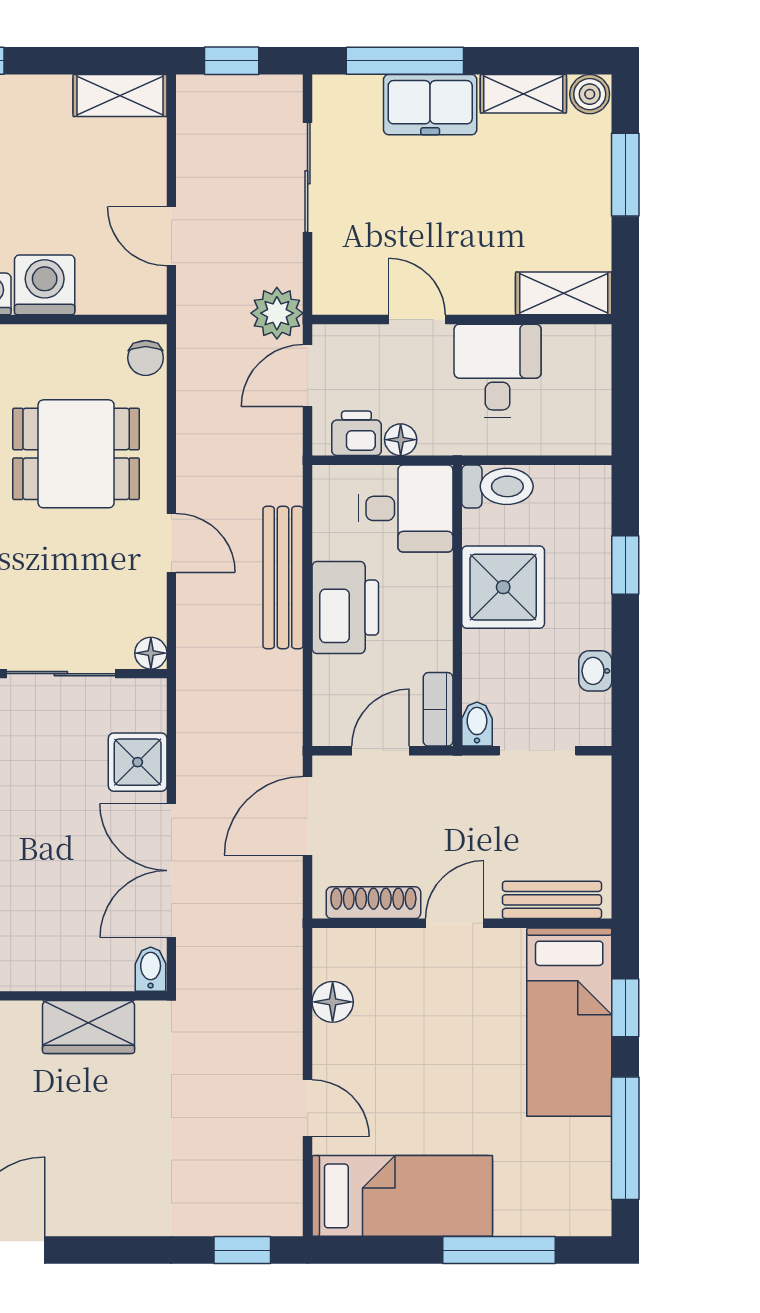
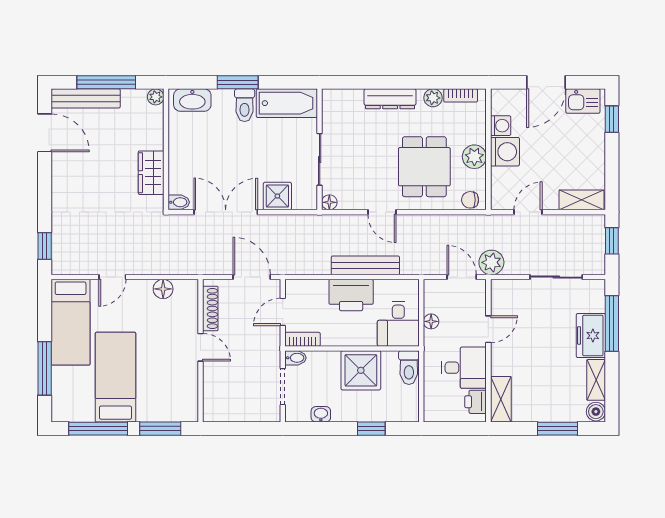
shelving: (120, 95) -> (581, 200), moved, turned 90
plant: (55, 349) -> (474, 157), added
printer: (356, 433) -> (476, 402), moved, turned 180
door: (171, 543) -> (382, 212), hinge flipped
door: (381, 751) -> (283, 312), swing flipped
bench: (552, 900) -> (212, 394), removed
window: (625, 1008) -> (160, 429), width x1.50
bed: (569, 1022) -> (115, 377), moved, turned 90

